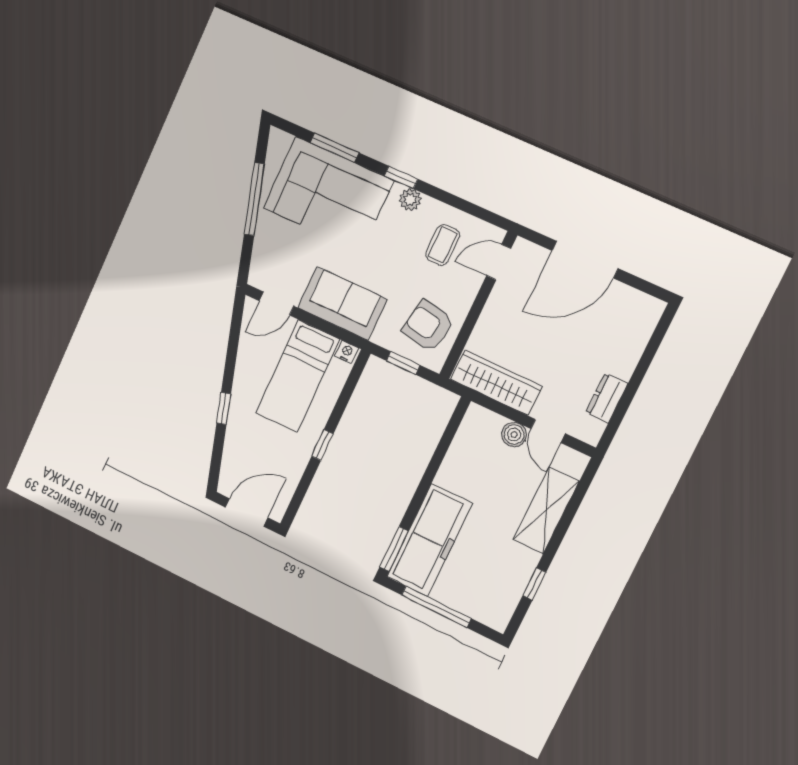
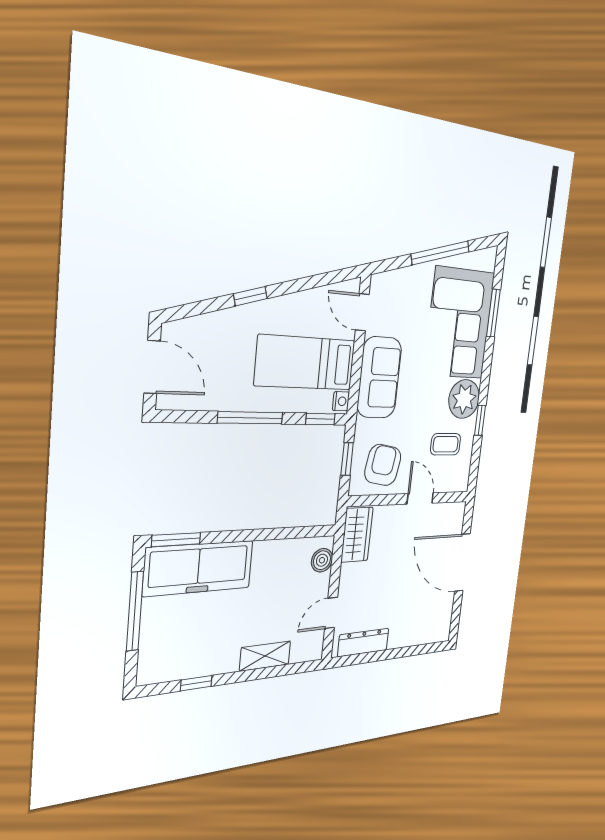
window: (401, 177) -> (480, 420), moved
plant: (410, 200) -> (464, 399), width x1.88, depth x1.88
door: (499, 262) -> (420, 498), moved
window: (353, 378) -> (320, 419), added
wardrobe: (496, 383) -> (357, 535), width x0.67
dresser: (607, 398) -> (363, 642), width x1.44
boiler: (514, 435) -> (322, 560), moved
window: (322, 445) -> (250, 418), width x2.17
shelving: (546, 510) -> (265, 656), width x0.67, depth x0.75

